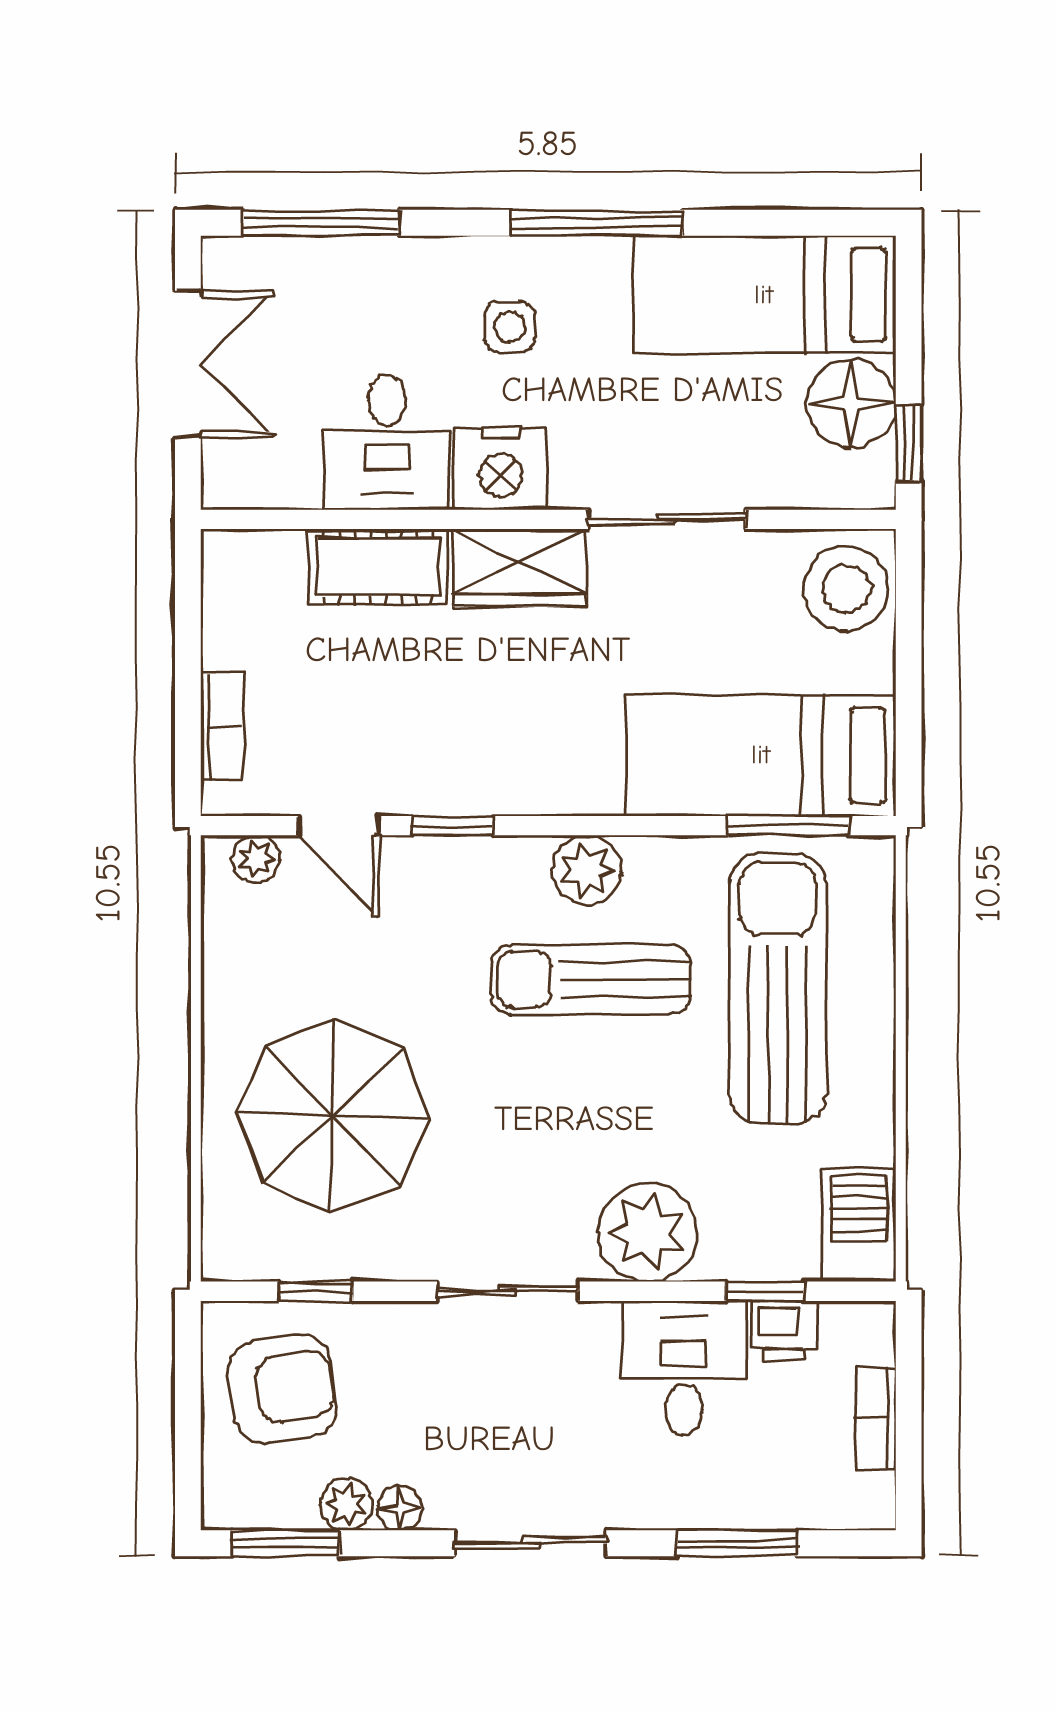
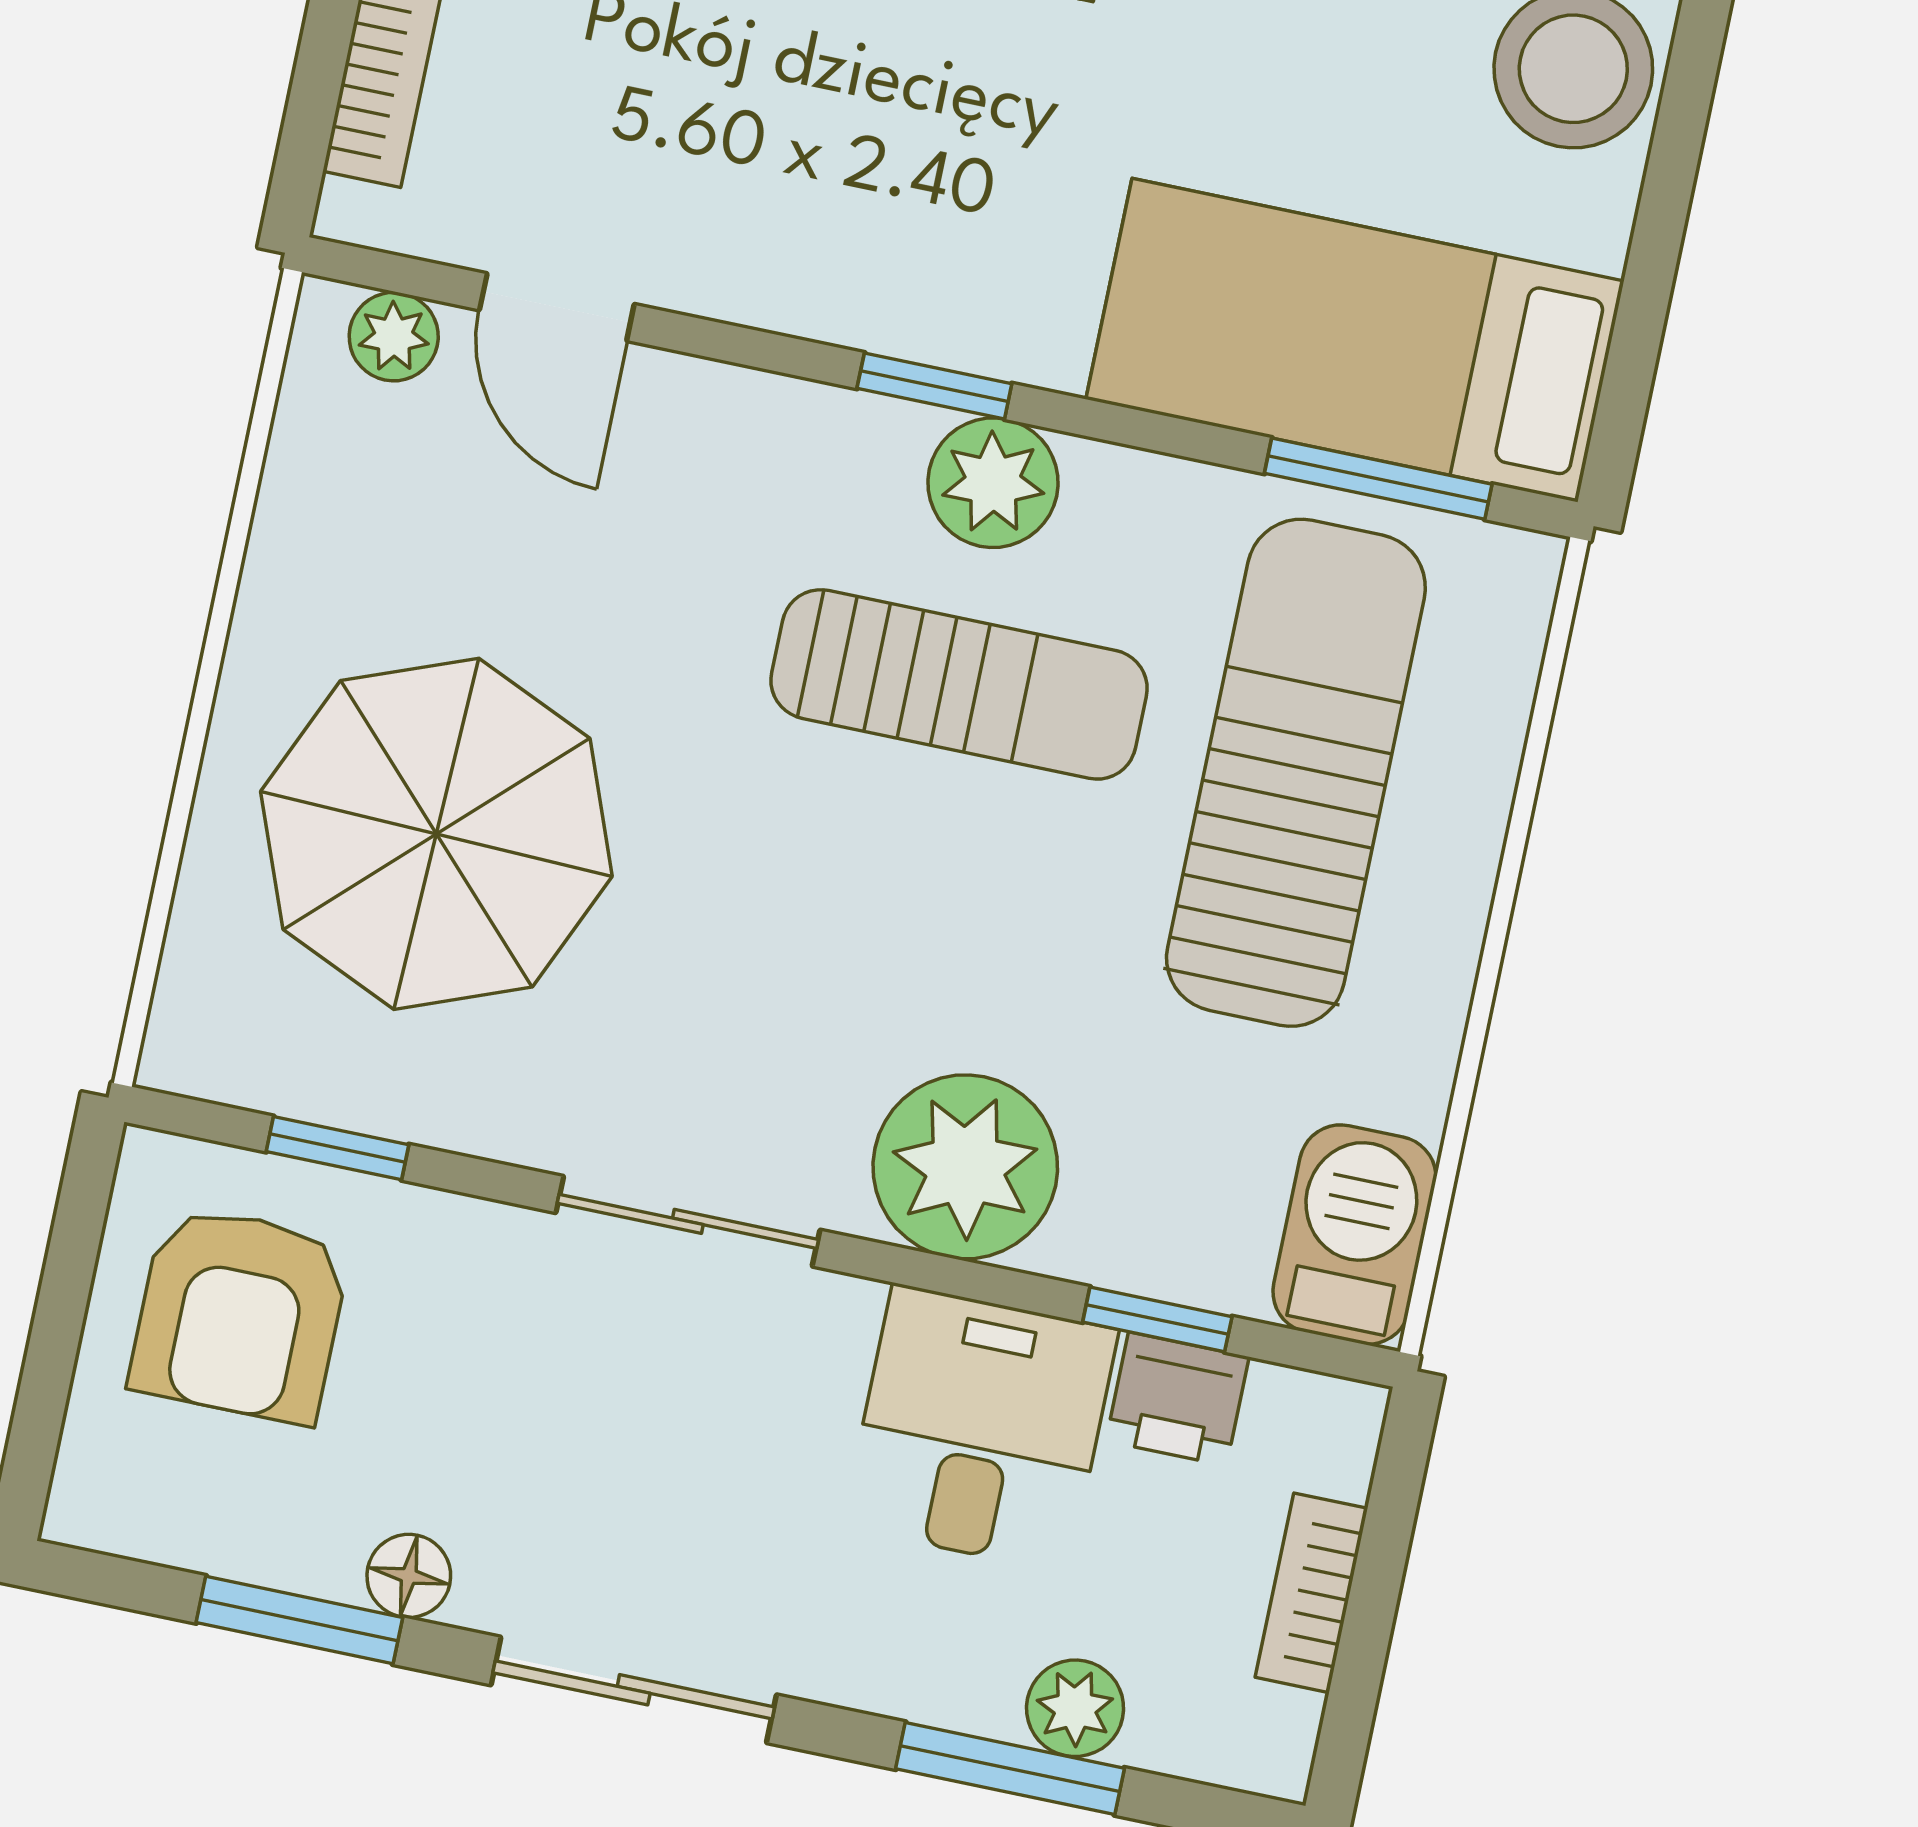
window: (453, 826) -> (934, 386), moved
sun lounger: (591, 980) -> (959, 684), turned 180
armchair: (282, 1389) -> (240, 1314), turned 99
plant: (346, 1505) -> (1075, 1708), moved
window: (285, 1543) -> (299, 1620), moved

